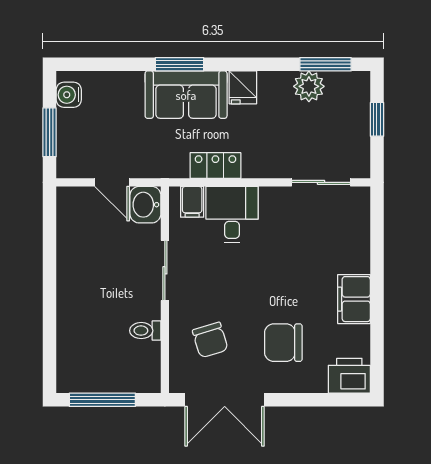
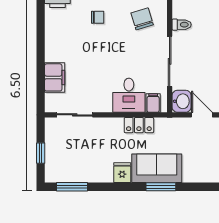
plant: (309, 86) -> (82, 173), removed
sliding door: (165, 270) -> (170, 61), width x1.37
filing cabinet: (354, 299) -> (55, 77), moved
chair: (283, 343) -> (98, 17), width x0.54, depth x0.54

